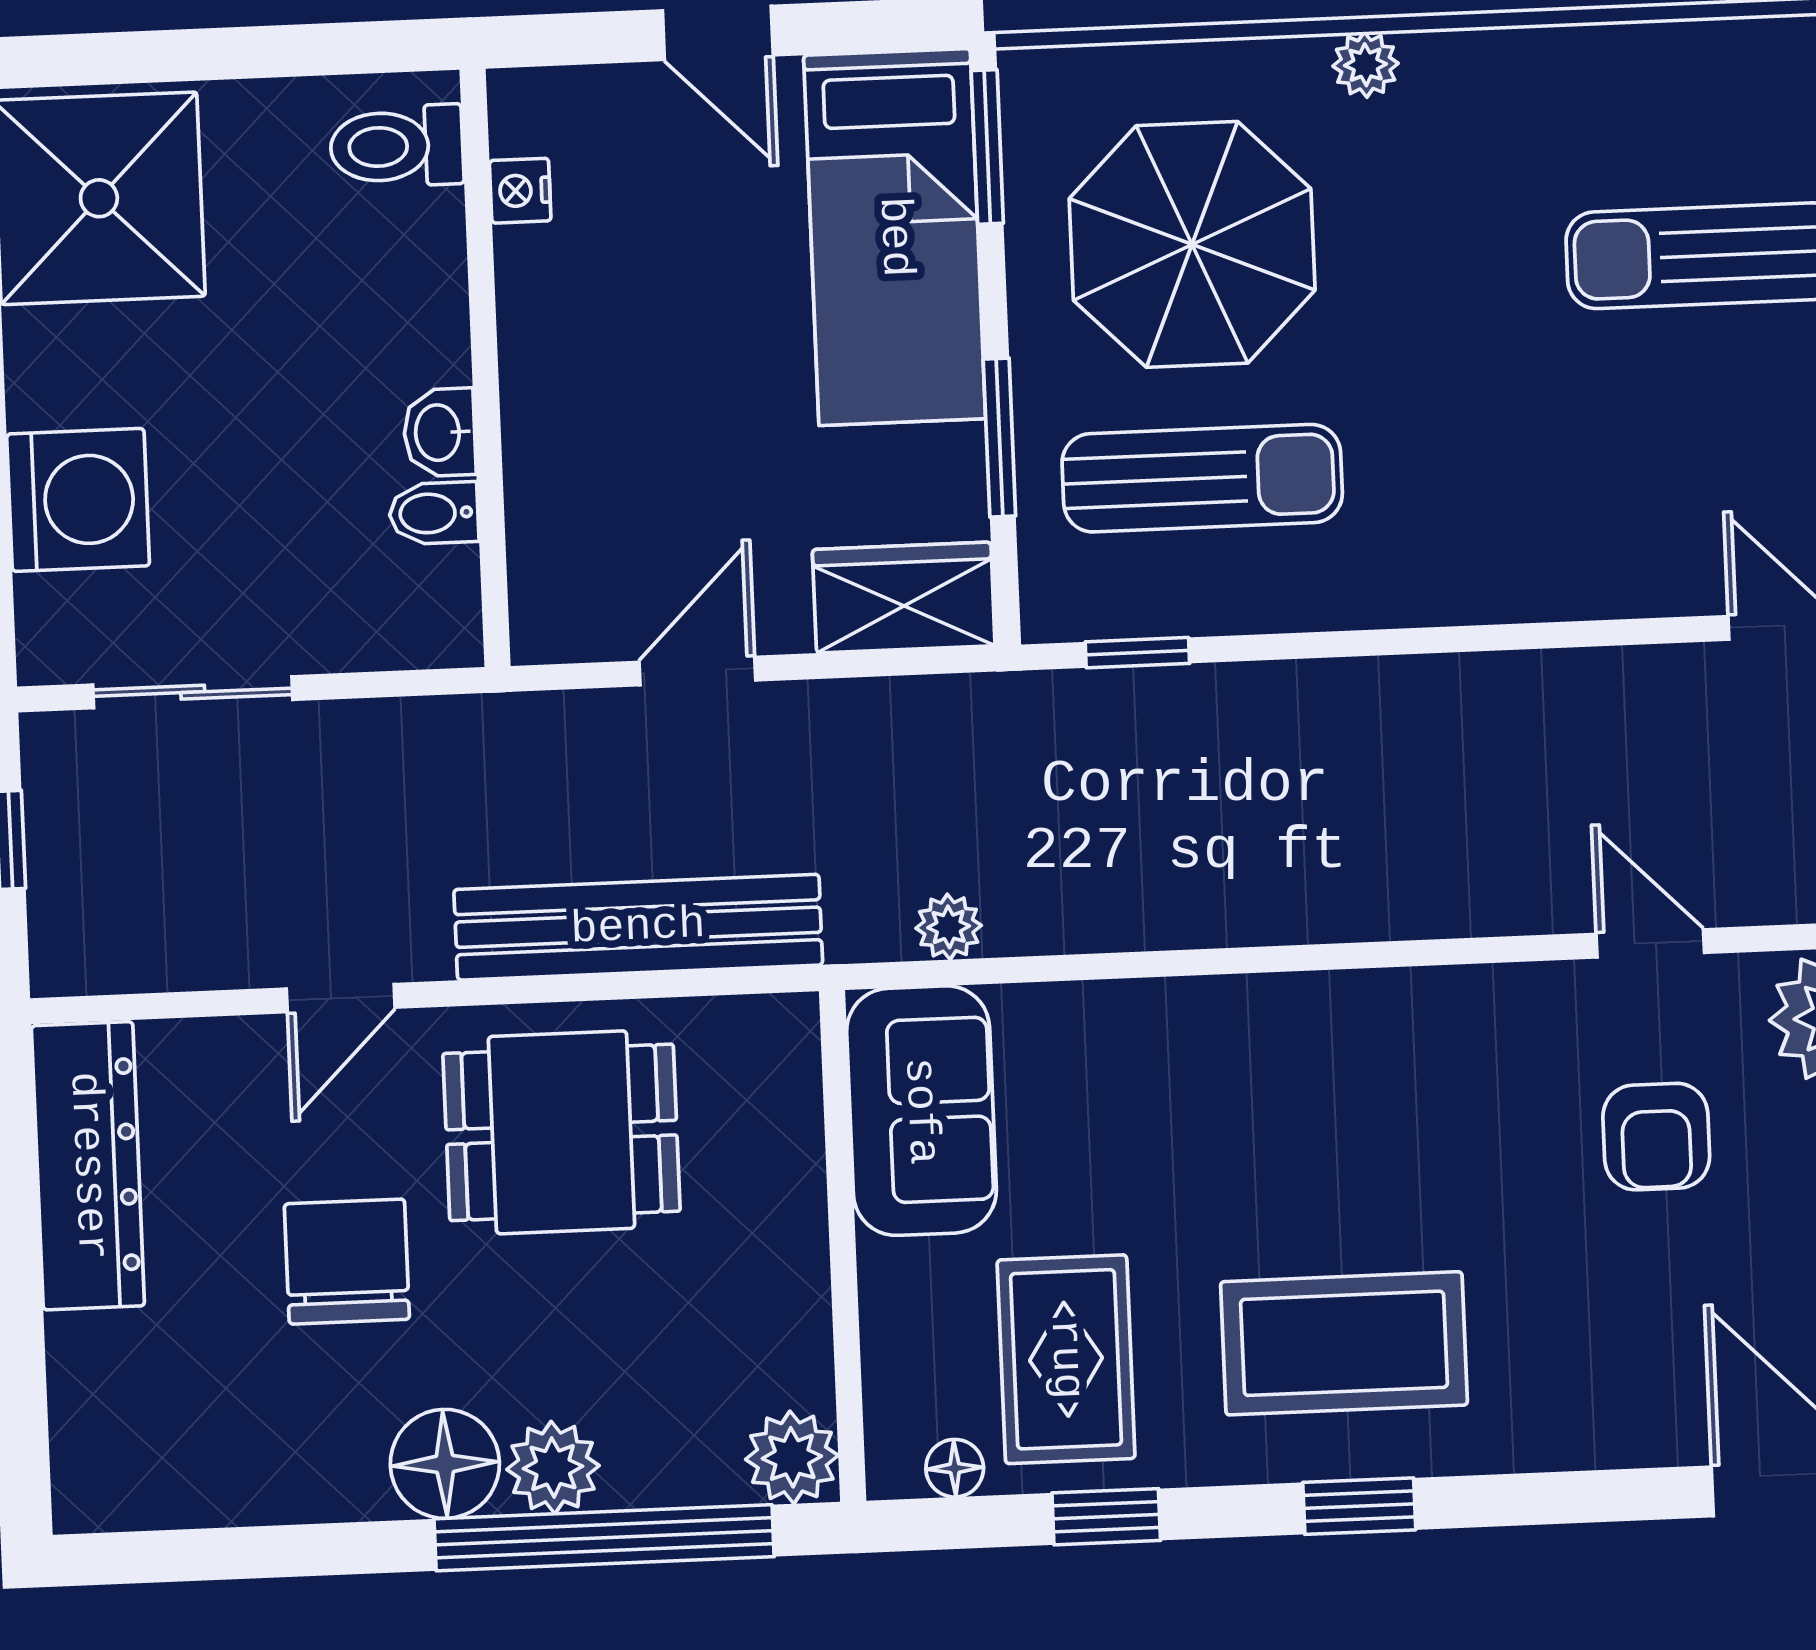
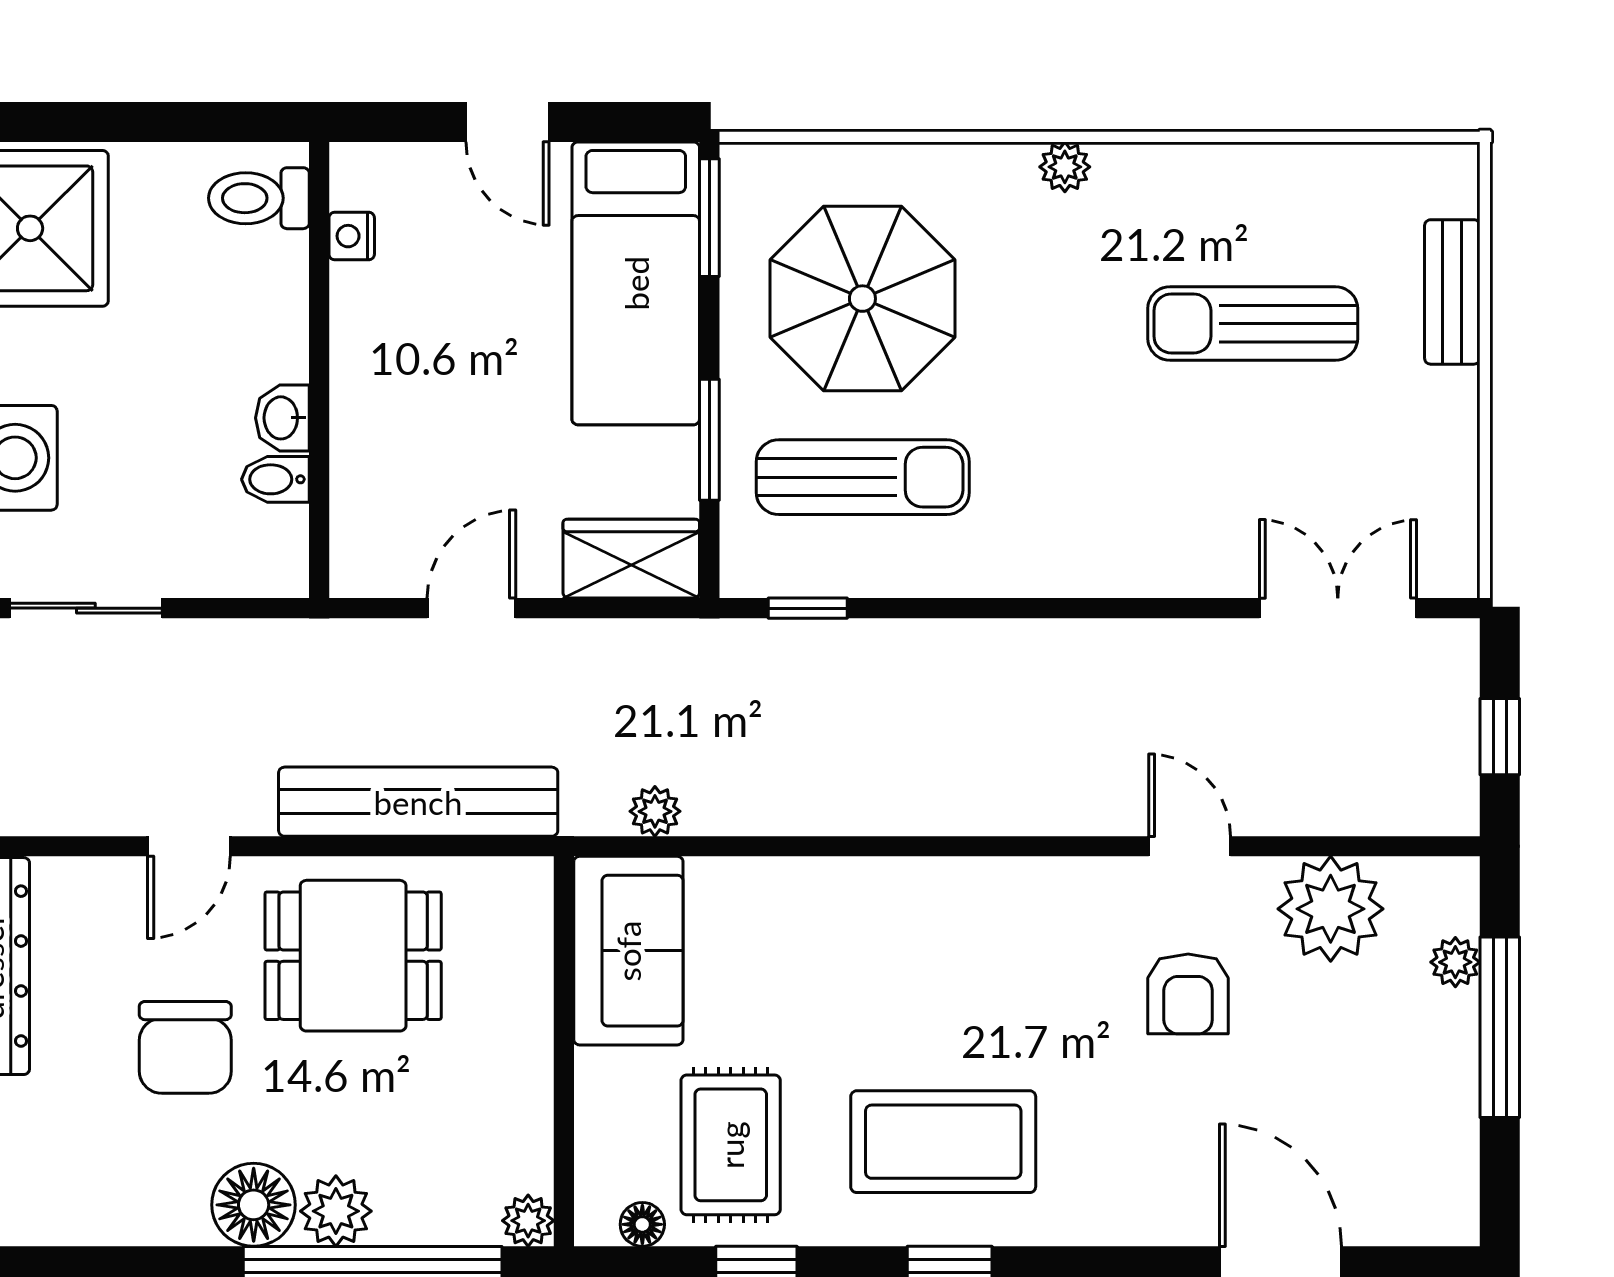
plant: (1366, 65) -> (1065, 167), moved
chair: (347, 1262) -> (185, 1047), turned 180
plant: (792, 1457) -> (528, 1221), width x0.73, depth x0.73

